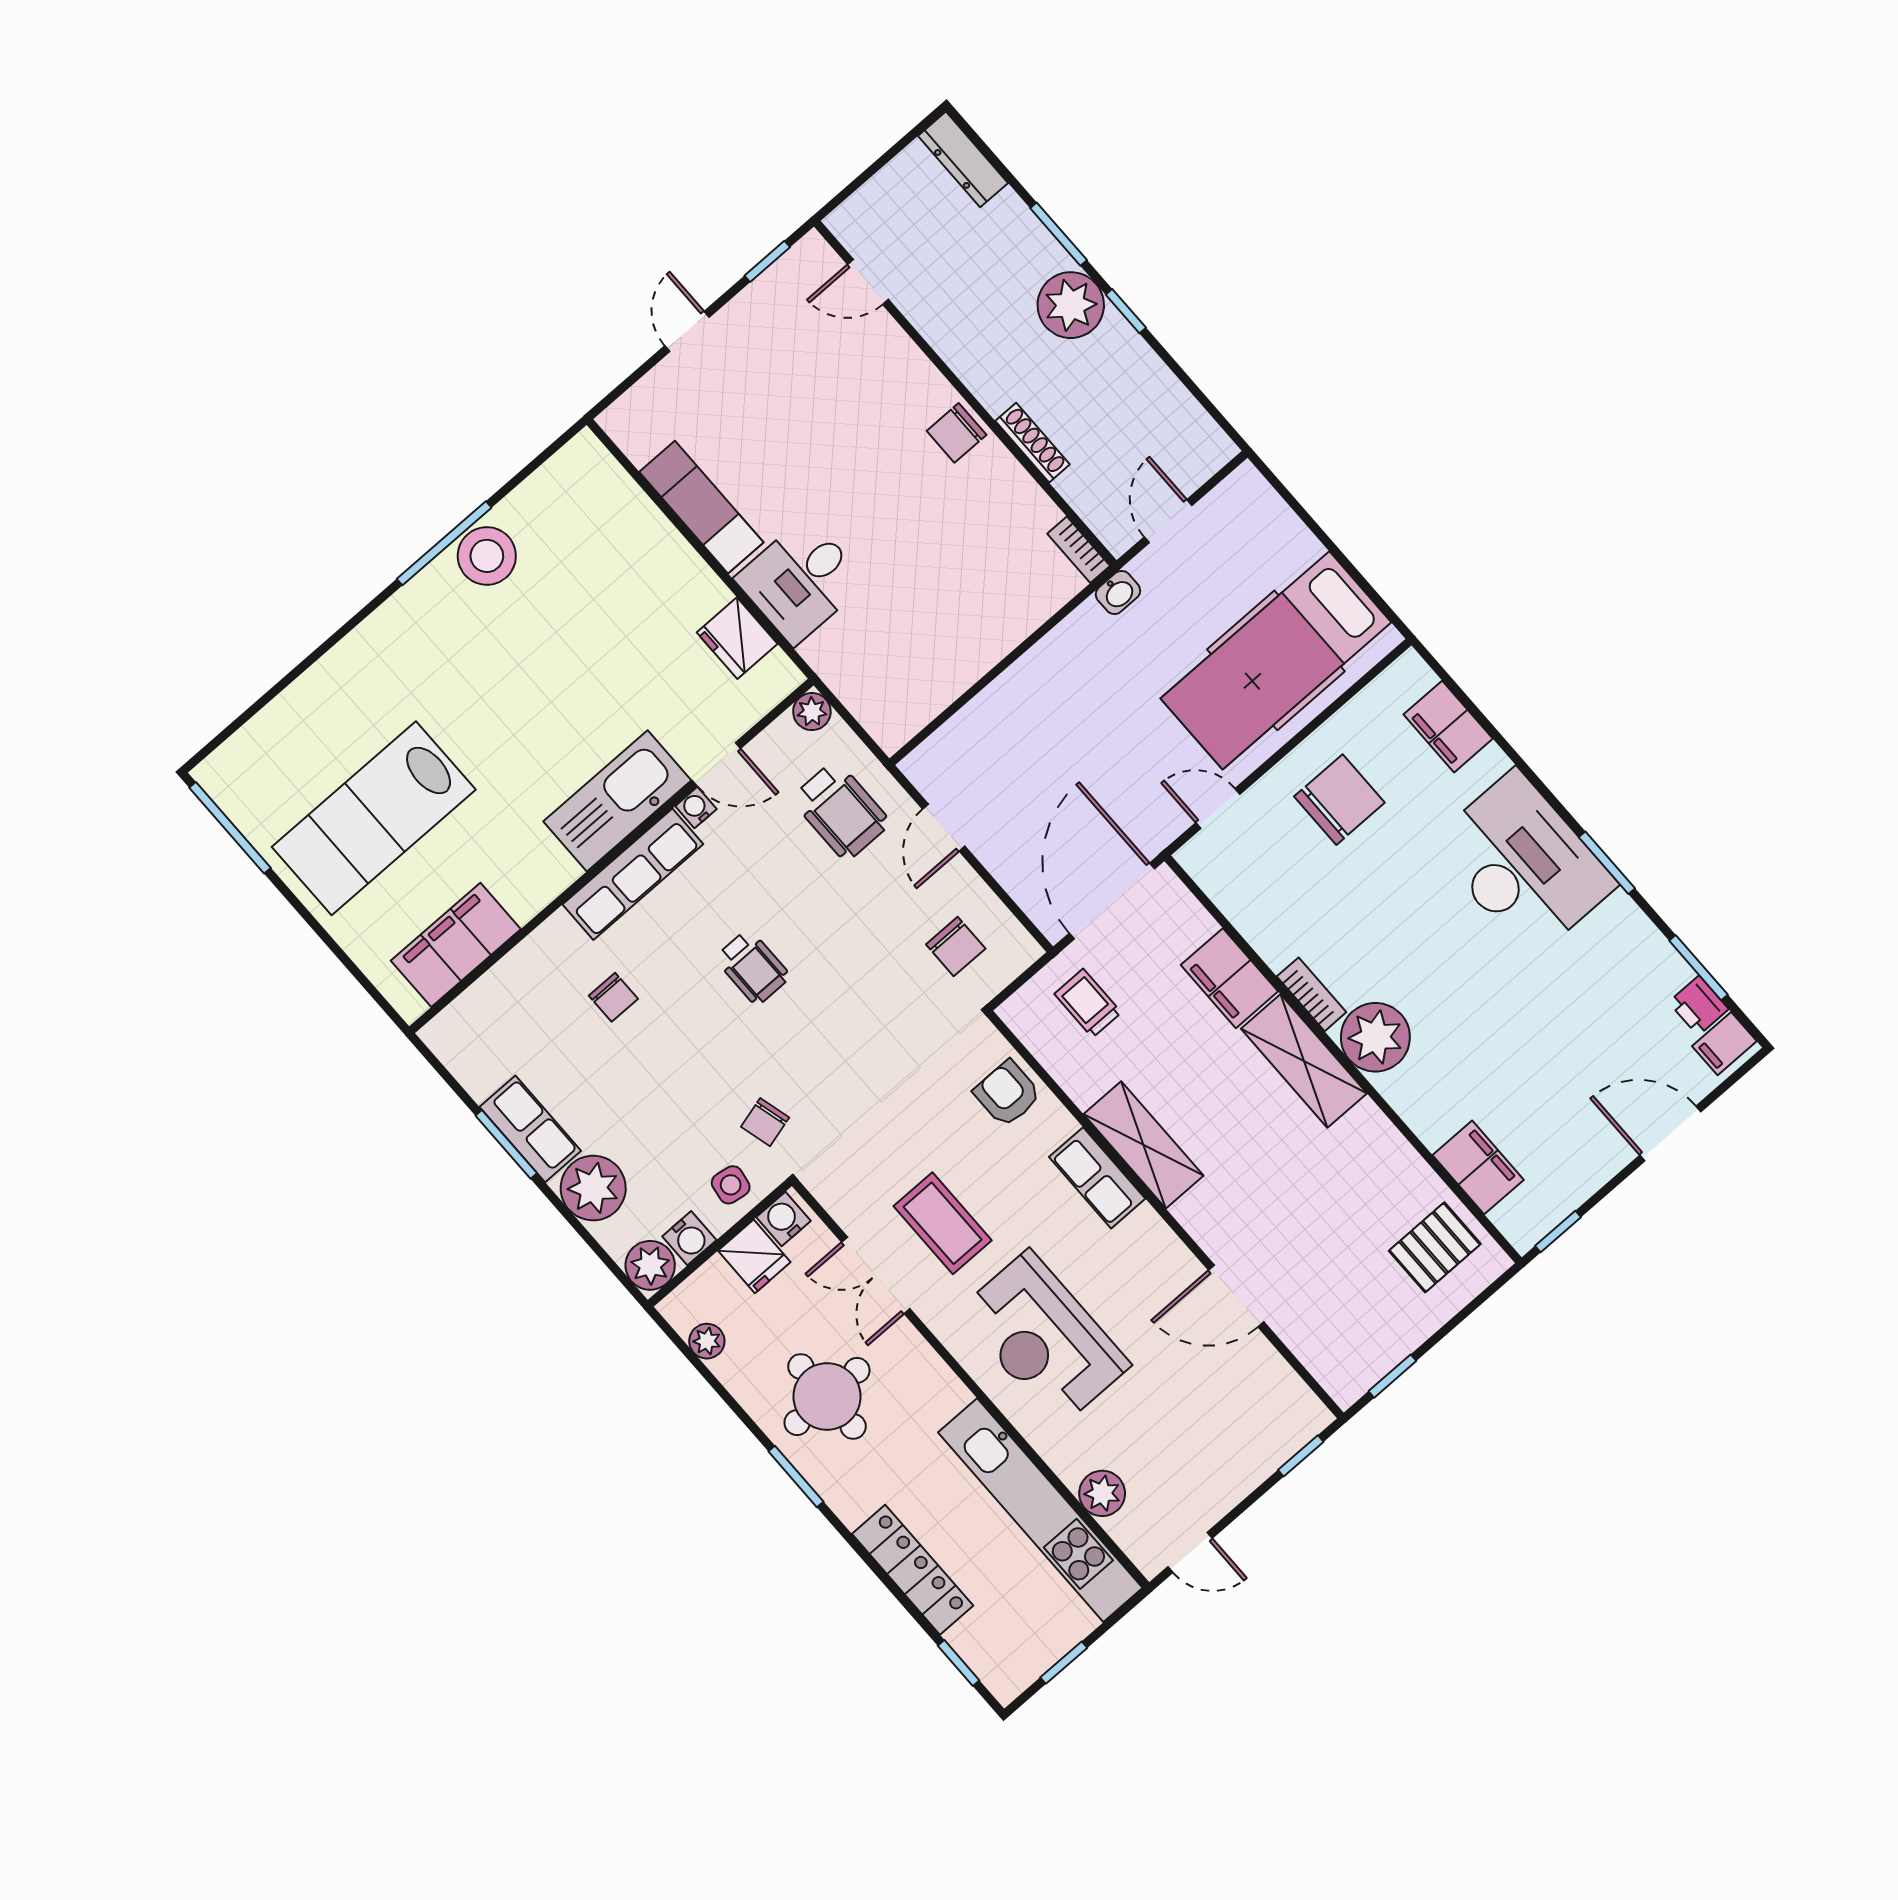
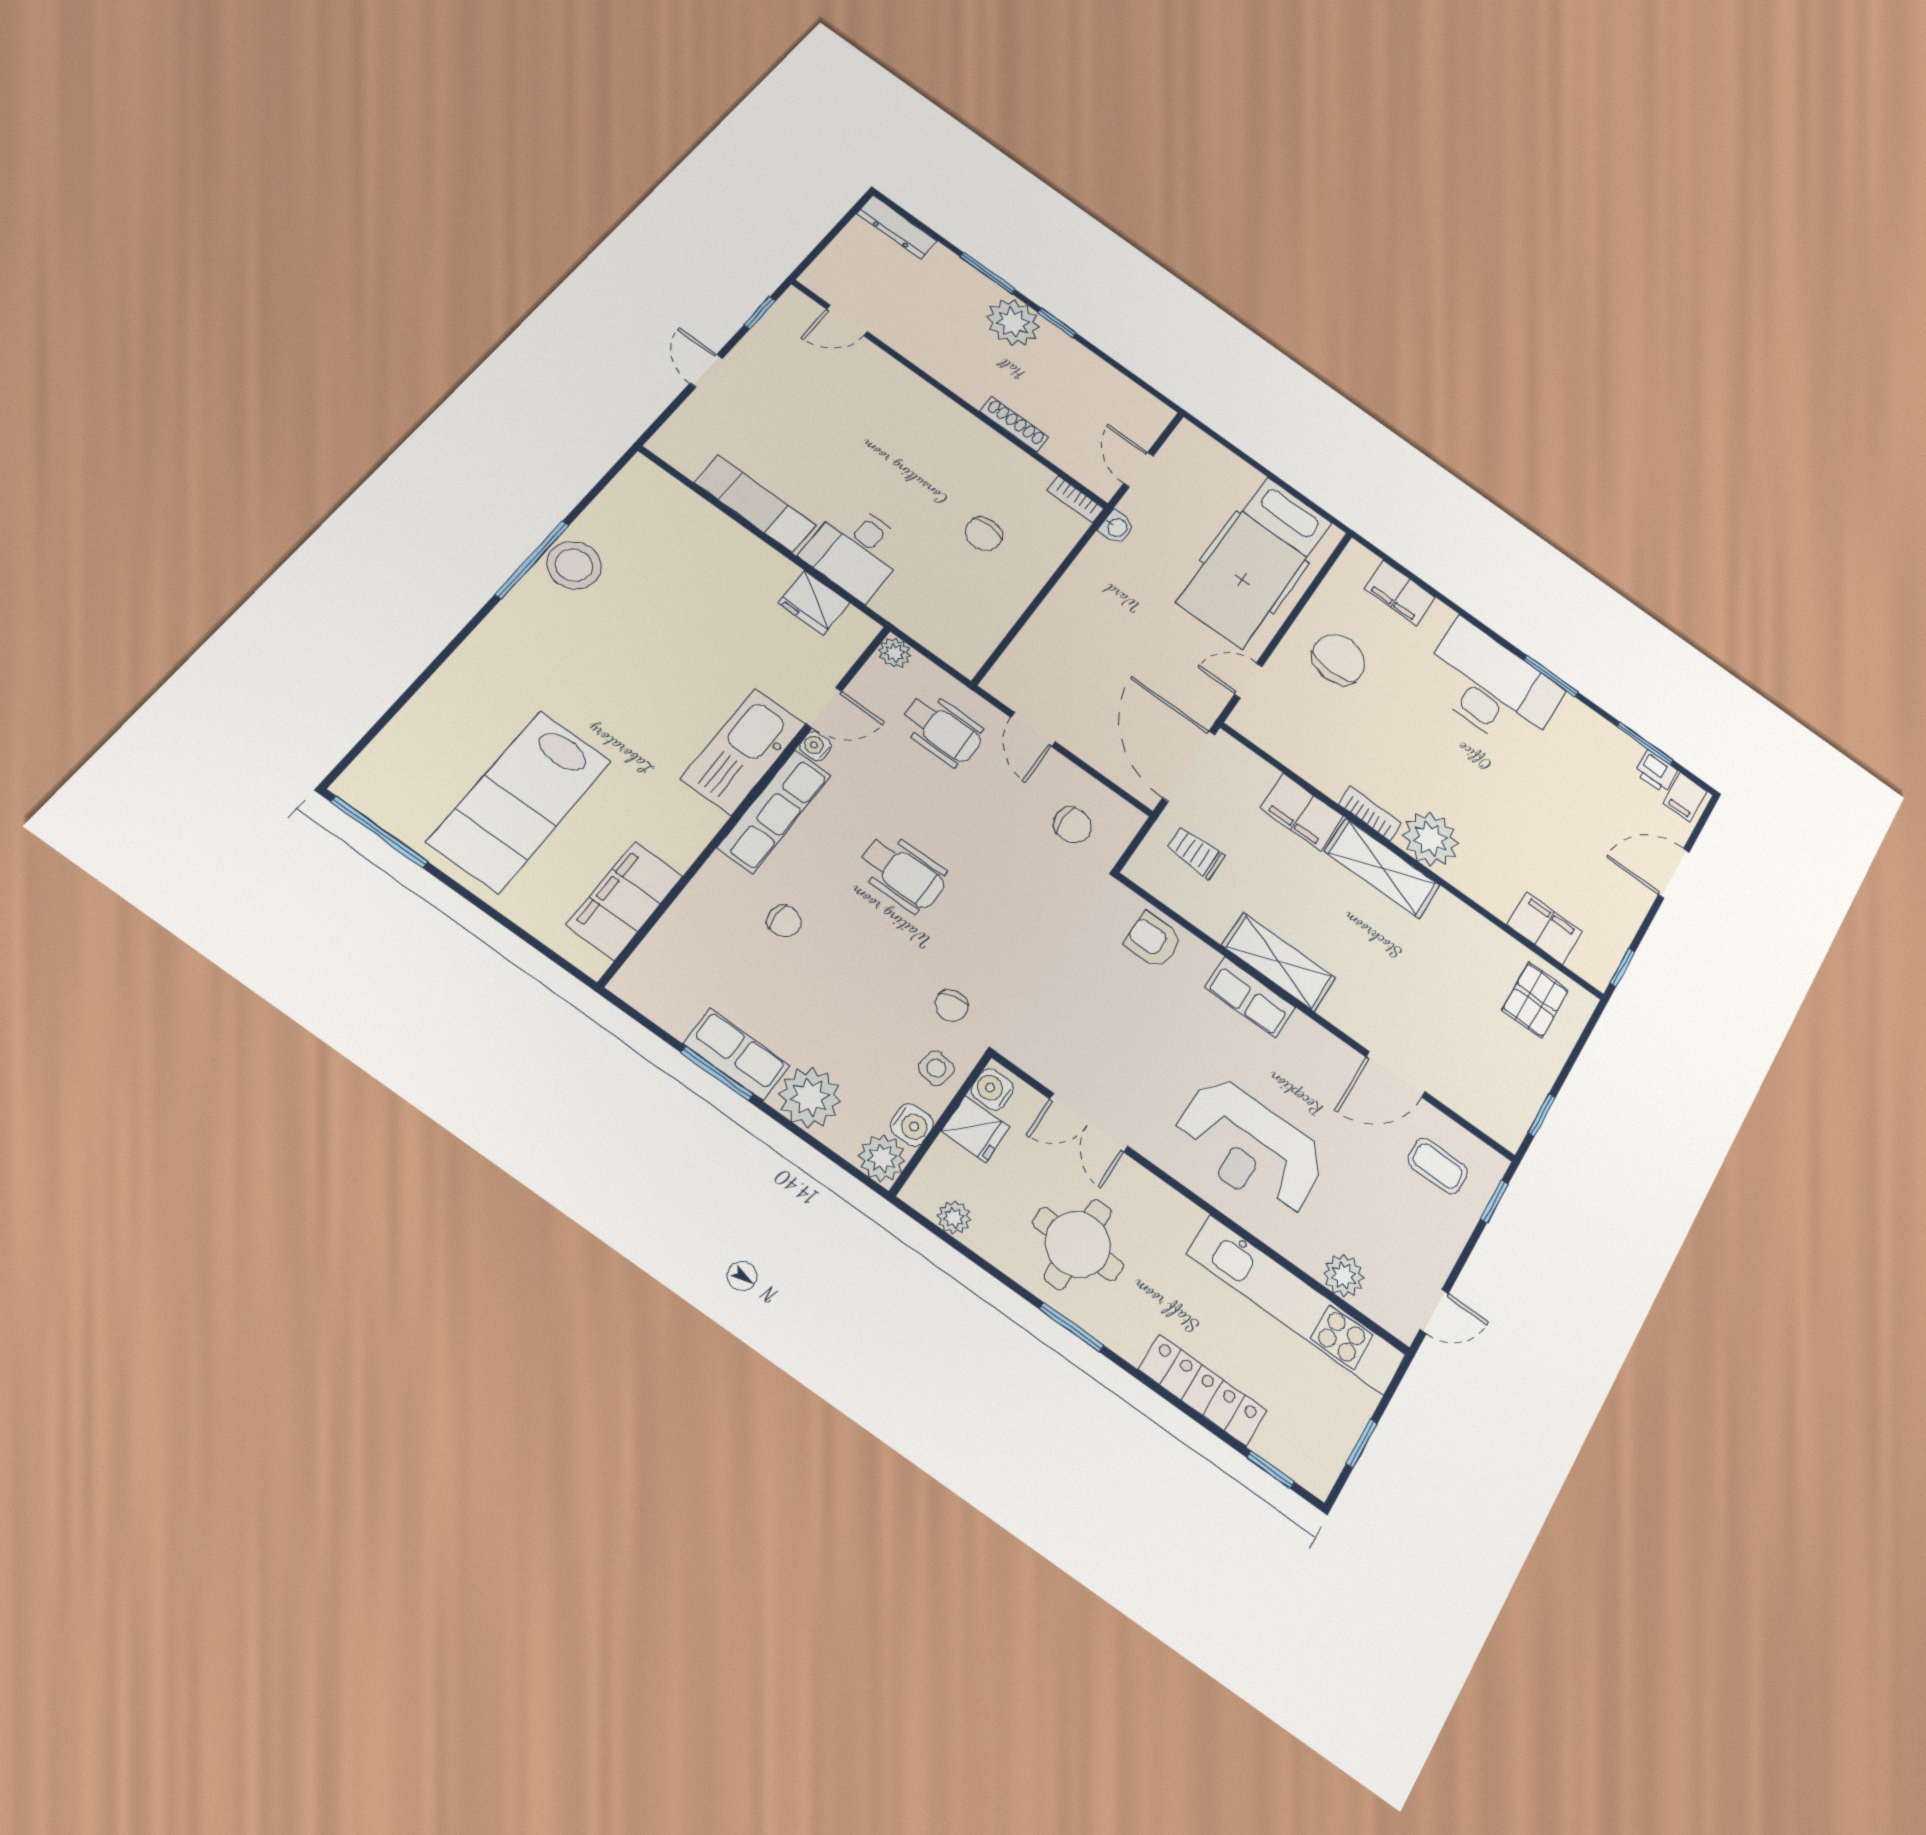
chair: (957, 433) -> (984, 534), moved
wheelchair: (753, 967) -> (903, 873), width x1.36, depth x1.37
coffee table: (943, 1223) -> (1438, 1166), moved, width x0.73, depth x0.77

